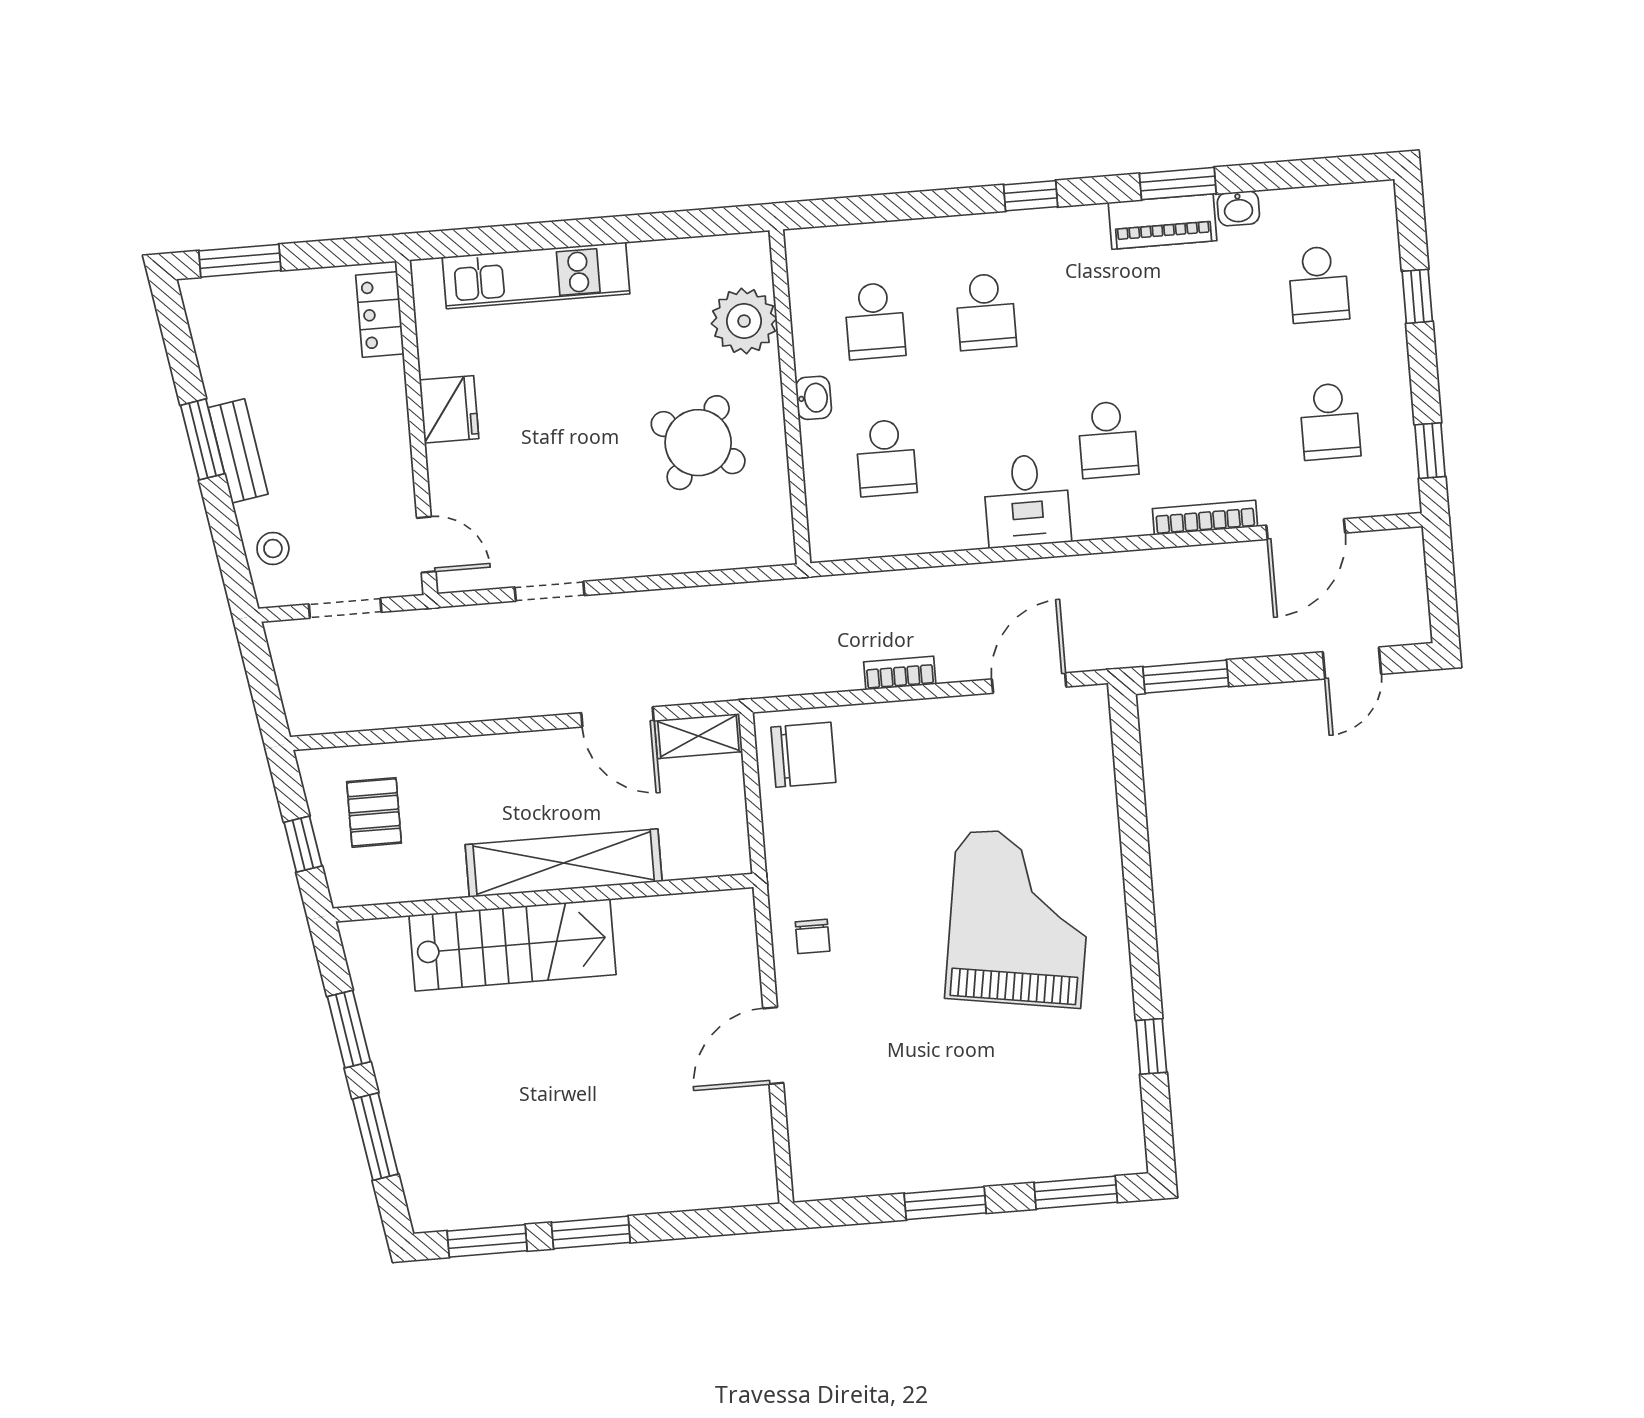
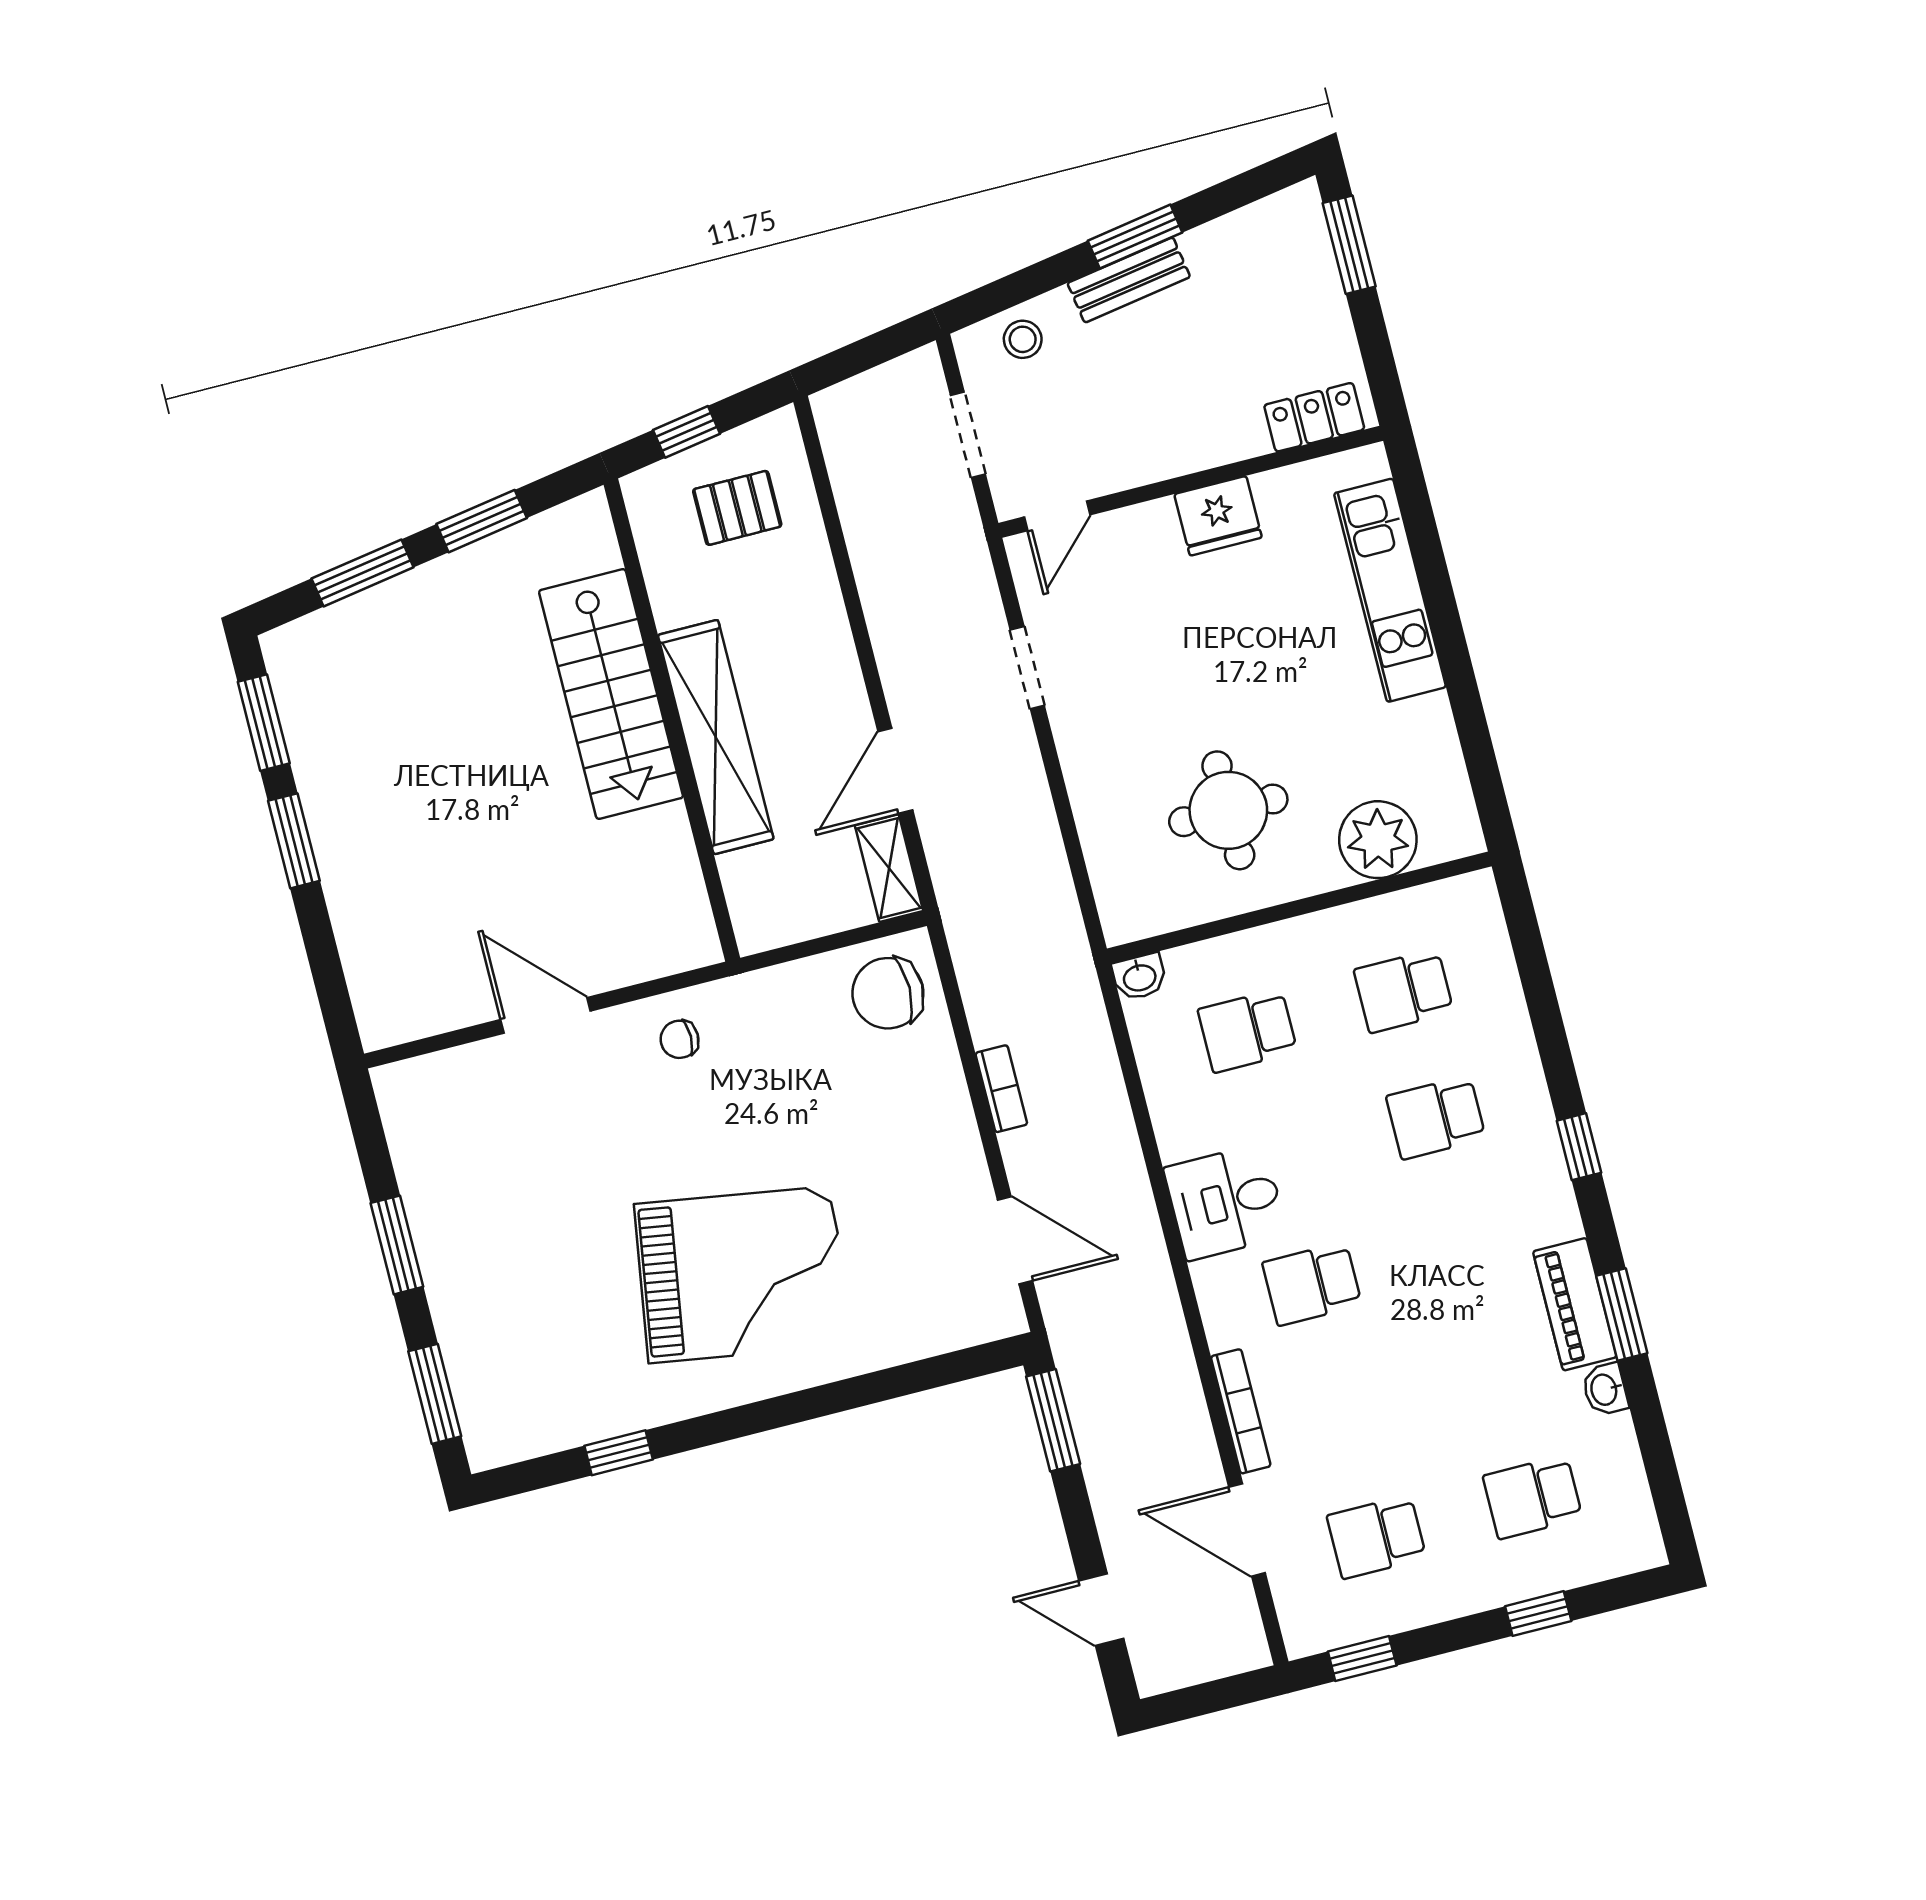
washbasin: (814, 398) -> (1139, 977), moved
round table: (698, 443) -> (1228, 810), turned -33
chair: (803, 755) -> (888, 993), turned 90

